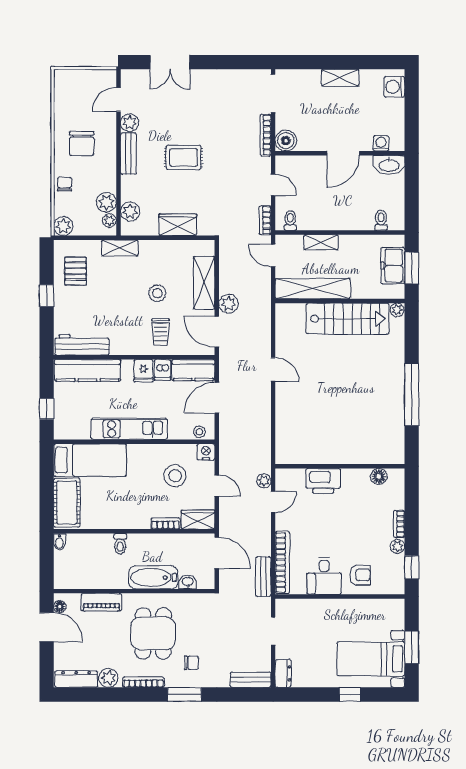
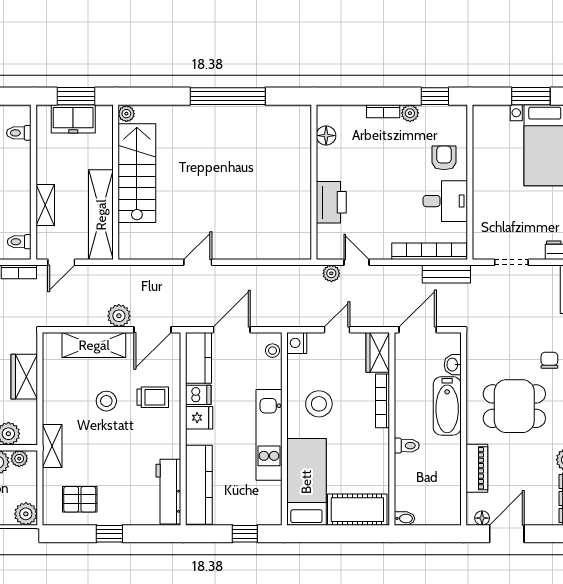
door: (217, 398) -> (232, 330), swing flipped
stool: (175, 476) -> (319, 404), moved
bookcase: (166, 523) -> (382, 401), width x1.56

